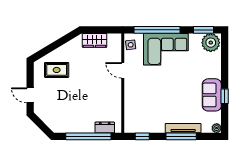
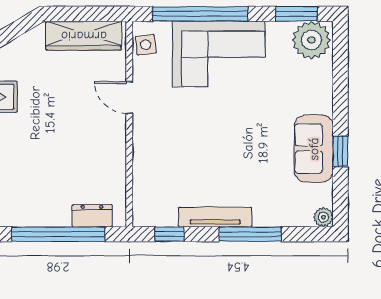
wardrobe: (95, 40) -> (84, 36), width x1.50
tv unit: (183, 128) -> (215, 217), moved

